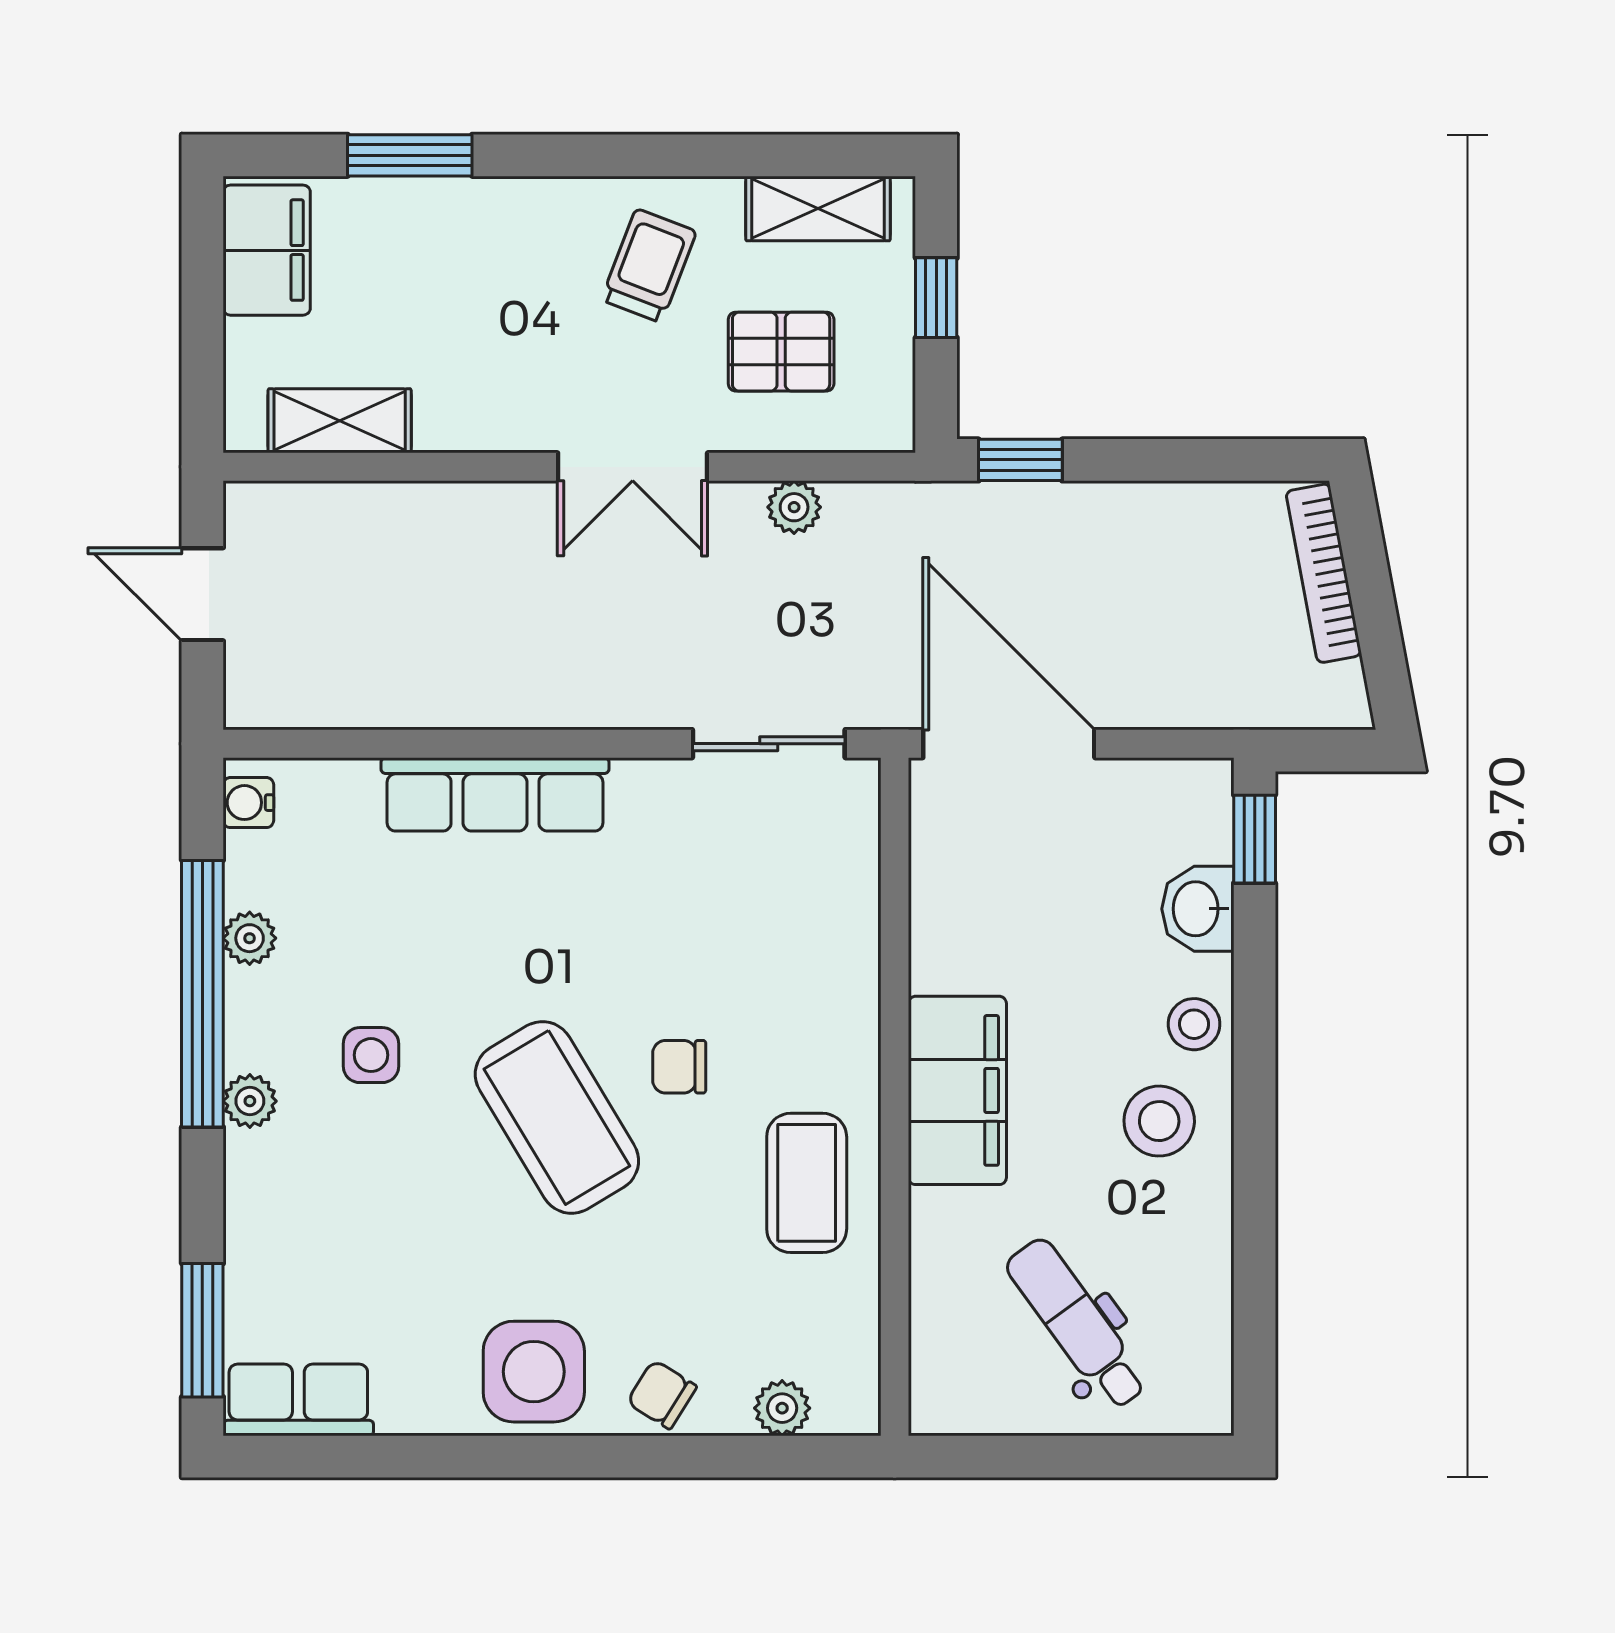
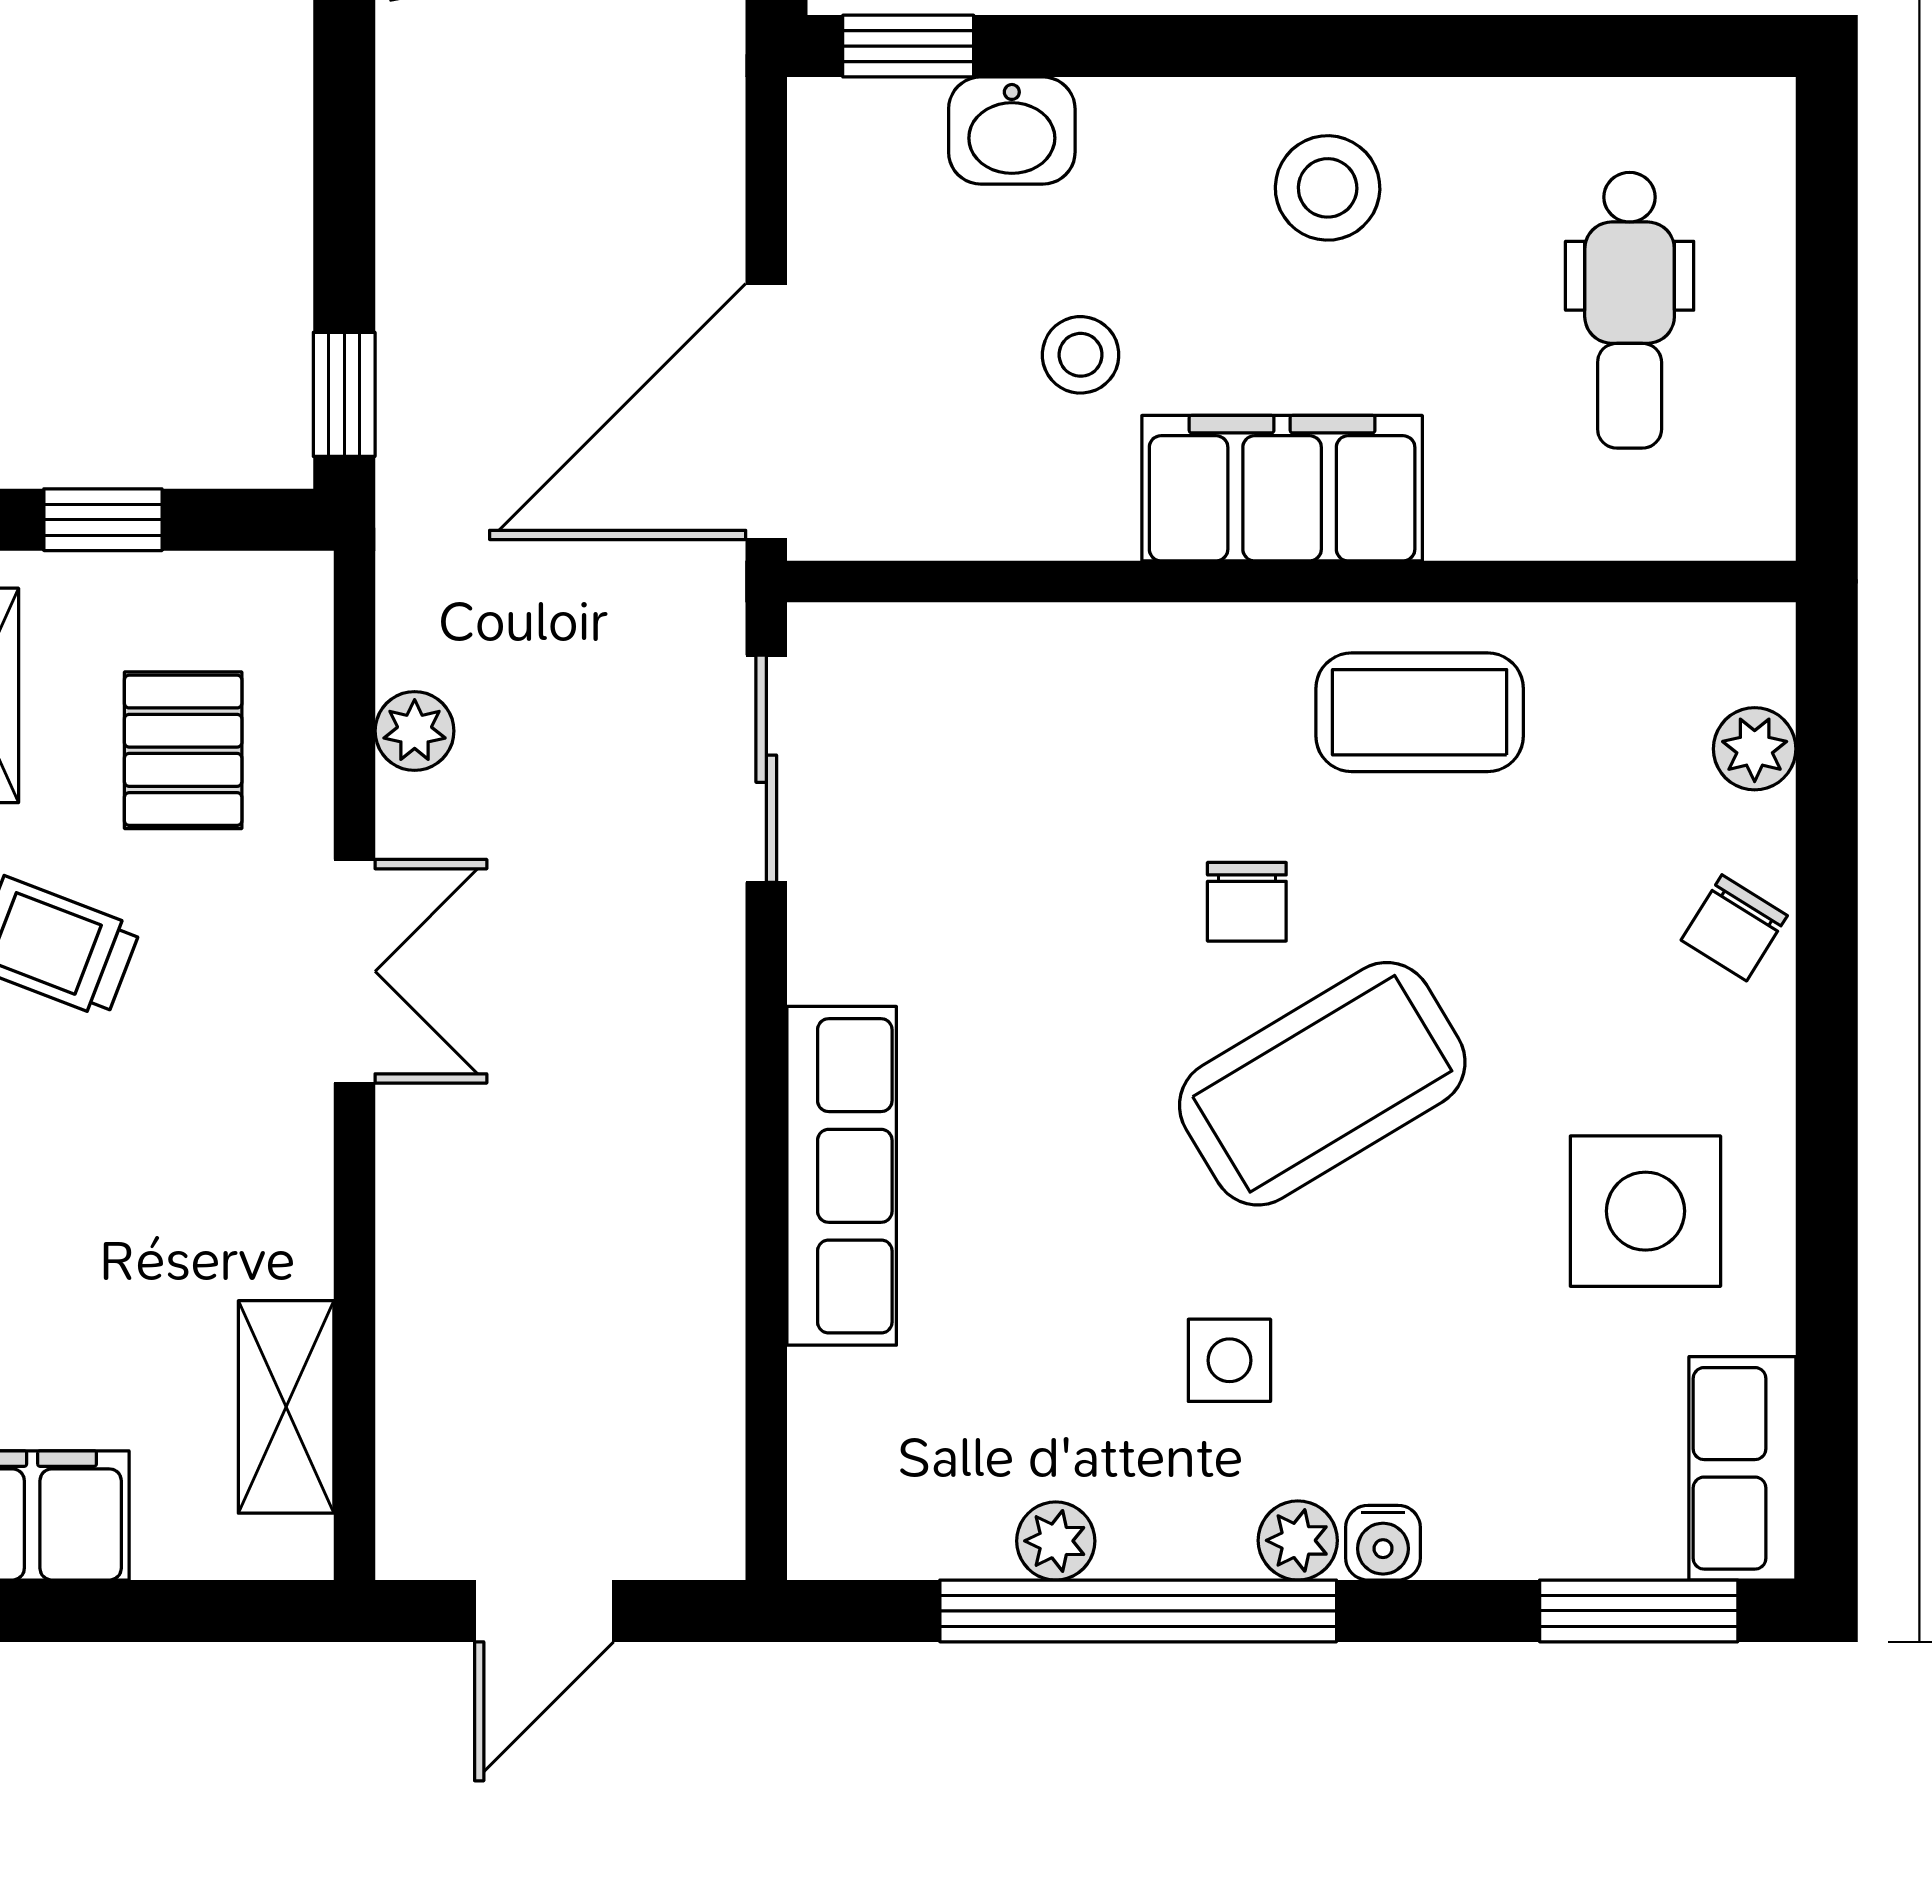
water cooler: (248, 803) -> (1383, 1543), moved
stool: (1194, 1024) -> (1081, 355), moved
dental chair: (1077, 1324) -> (1630, 310), turned -54
side table: (534, 1372) -> (1645, 1211), moved

